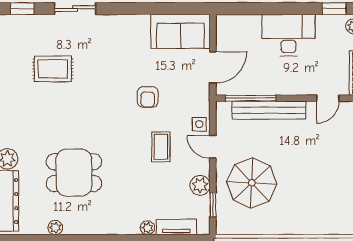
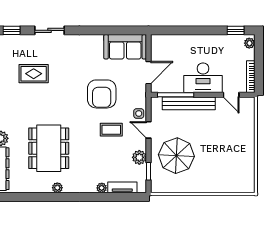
desk: (288, 35) -> (203, 78), moved, turned 180
armchair: (148, 97) -> (102, 94), width x1.88, depth x1.88
door: (328, 98) -> (231, 95), hinge flipped
coffee table: (161, 147) -> (111, 130), turned 90
dining table: (74, 173) -> (49, 148), width x1.38
plant: (55, 228) -> (57, 188), moved

